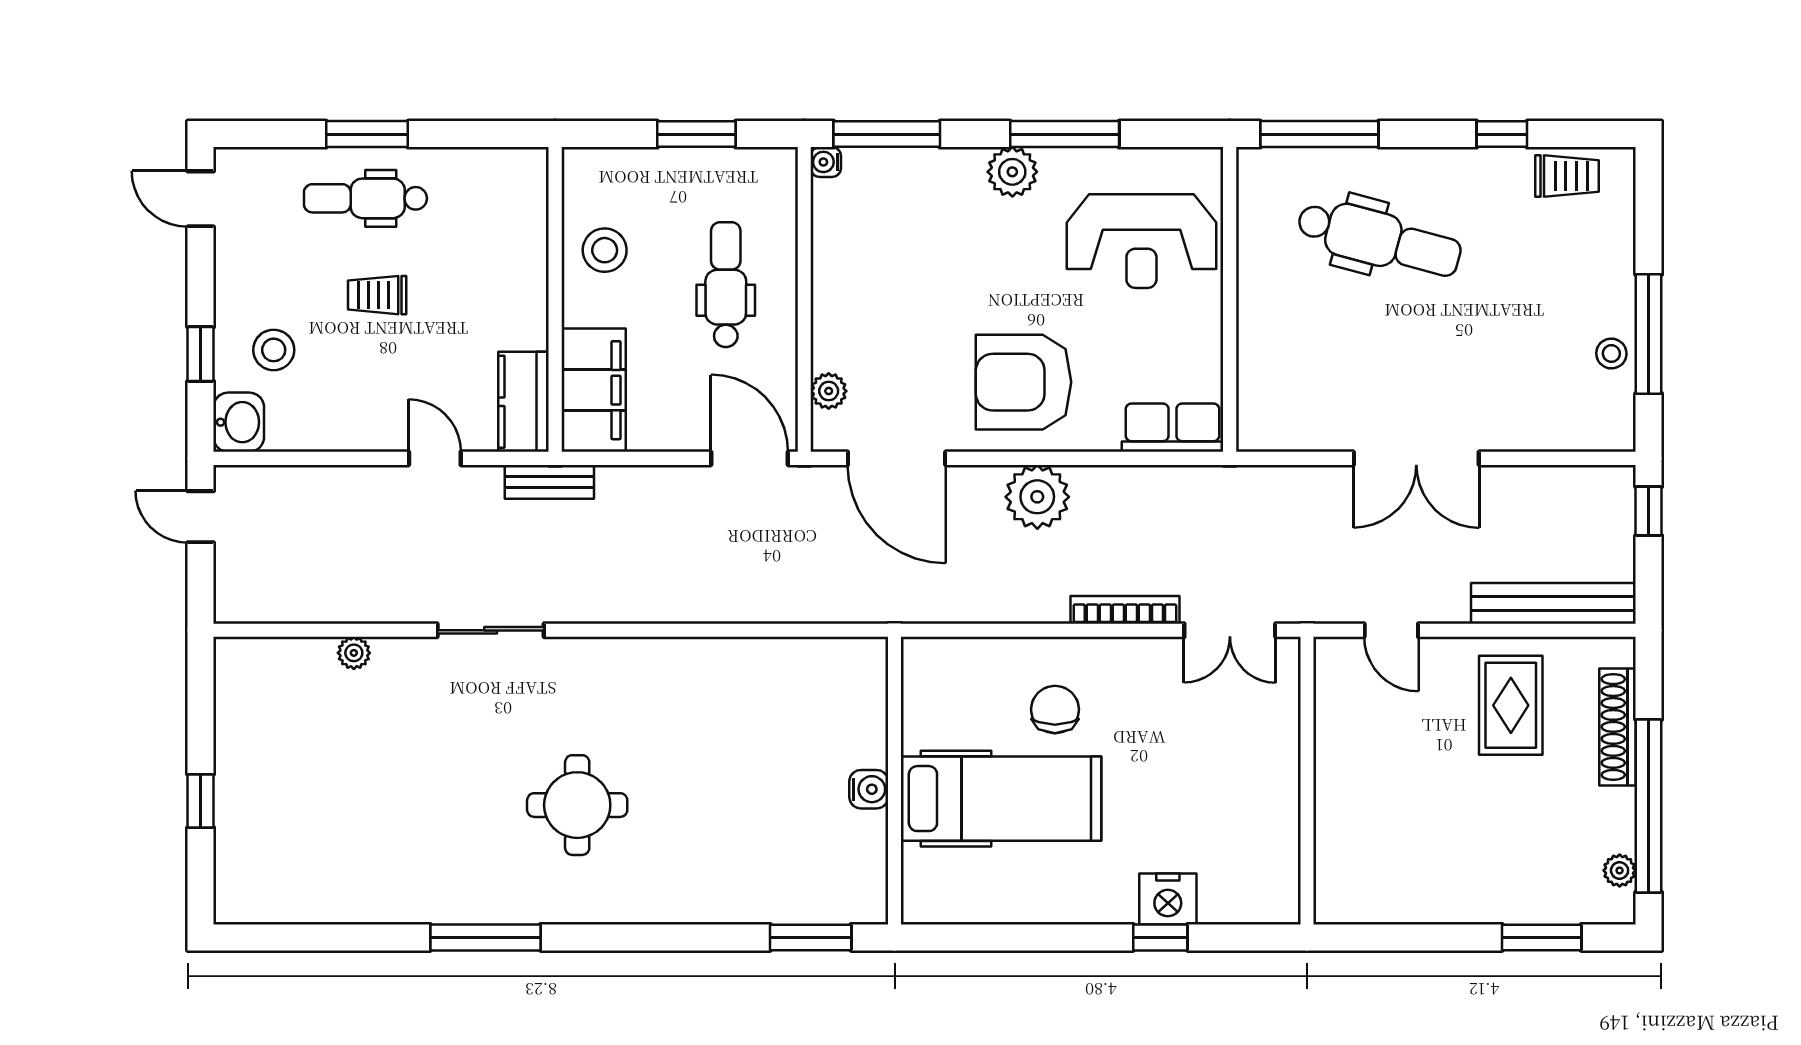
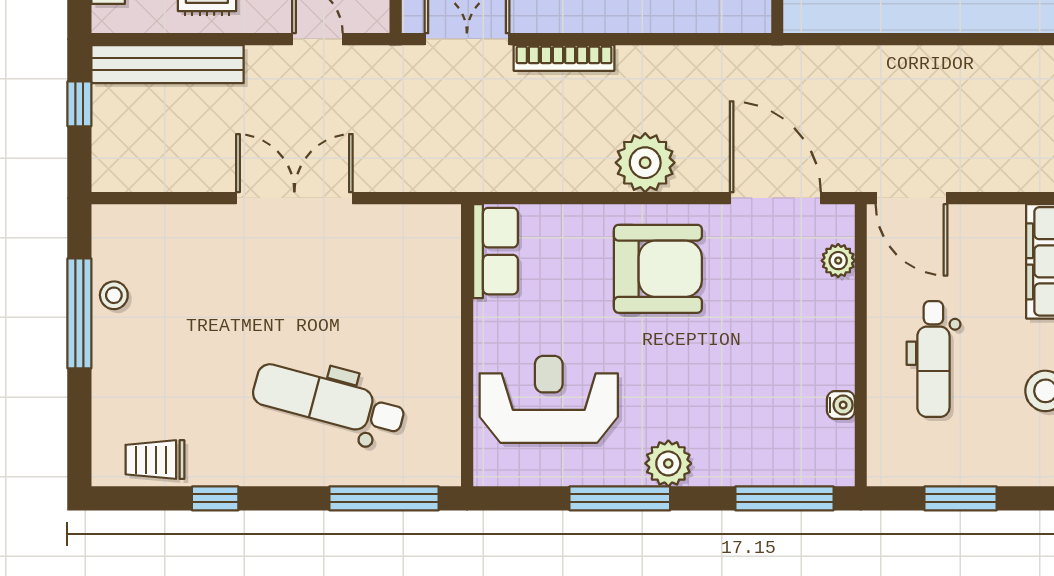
water cooler: (826, 162) -> (841, 405), moved
row of seats: (1172, 428) -> (496, 251), moved, turned -90
window: (1649, 511) -> (79, 104), moved

